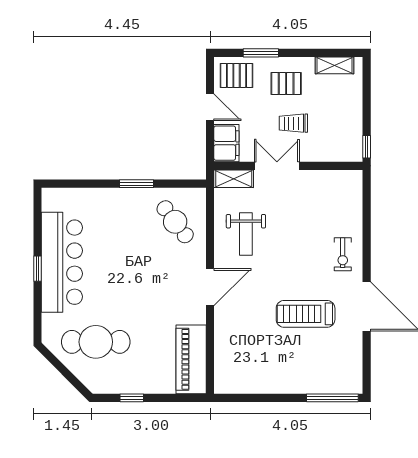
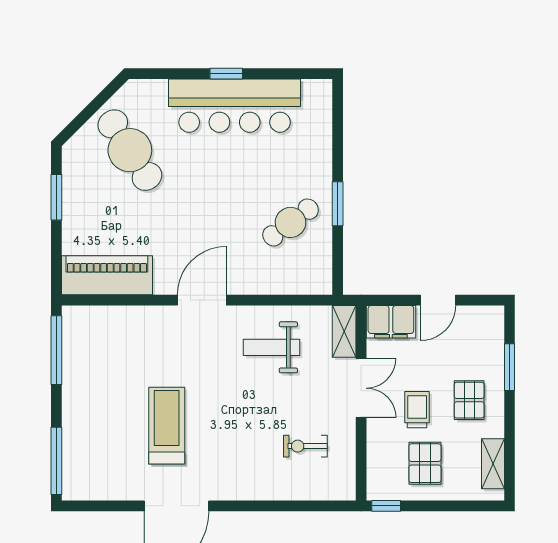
pallet: (237, 75) -> (425, 463), moved
cafe table: (175, 222) -> (291, 222), moved
exercise bike: (343, 254) -> (305, 446), moved
door: (210, 287) -> (202, 300), swing flipped
cafe table: (96, 342) -> (130, 150), turned -33
window: (132, 398) -> (56, 197), width x1.50
window: (248, 398) -> (56, 350), added

